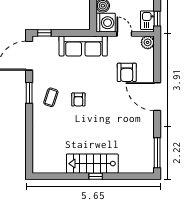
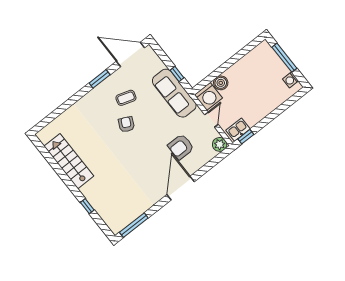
window: (44, 33) -> (177, 74), moved
coffee table: (51, 97) -> (126, 98), moved
armchair: (78, 100) -> (126, 124), turned 116
stairs: (92, 164) -> (69, 161), moved
window: (96, 176) -> (87, 206), moved

